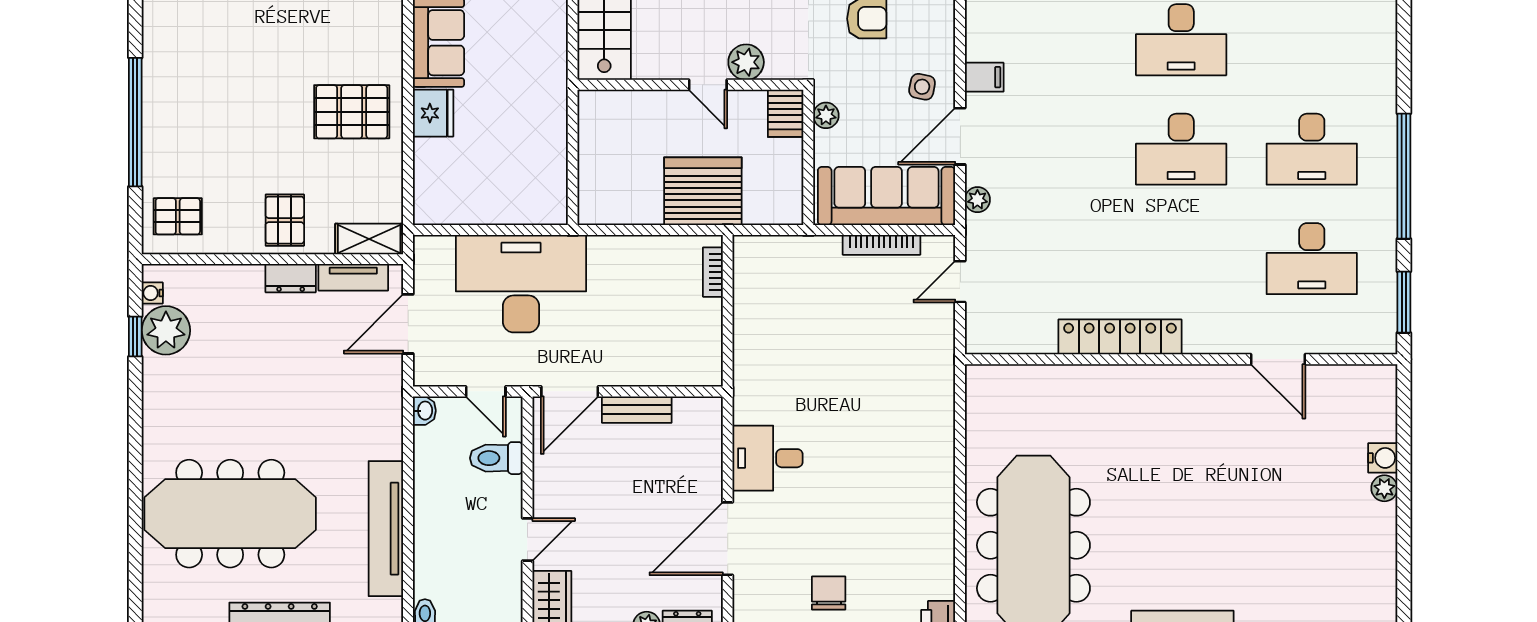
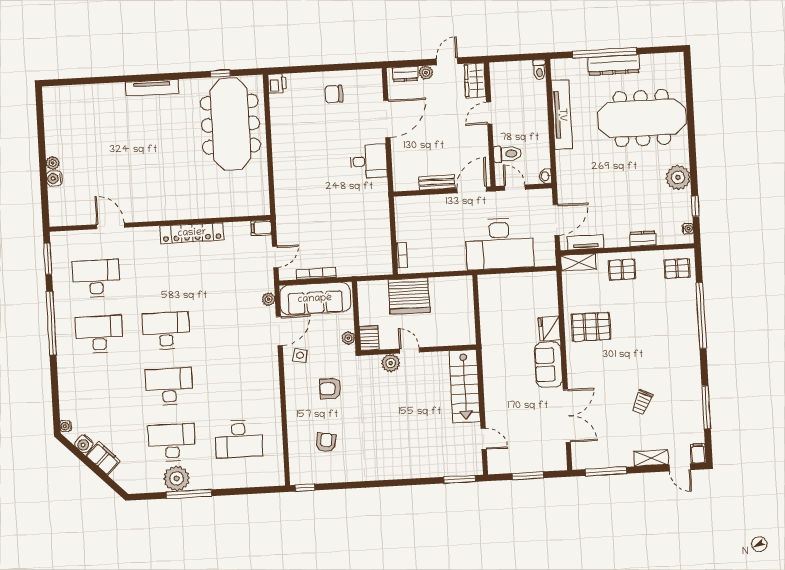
filing cabinet: (984, 77) -> (261, 228), moved
pallet: (285, 220) -> (622, 270), turned 90
dresser: (291, 278) -> (643, 239), moved
plant: (166, 330) -> (678, 178), moved
chair: (829, 593) -> (334, 94), turned 90

